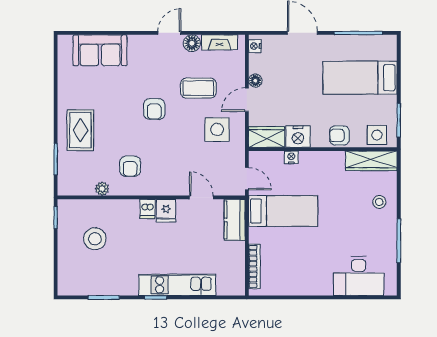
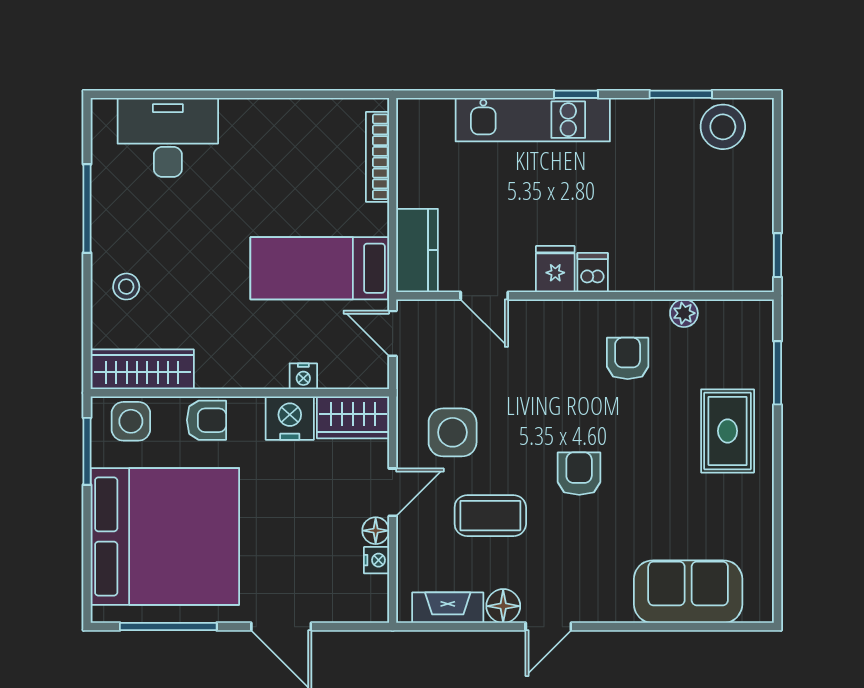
nightstand: (255, 46) -> (376, 560), moved
bed: (360, 78) -> (165, 536), width x2.04
stool: (95, 239) -> (723, 127), moved

